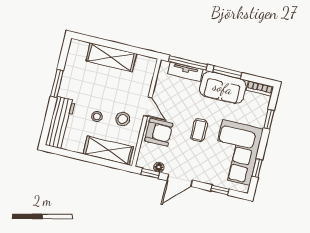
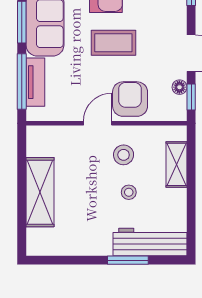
window: (57, 84) -> (128, 260), moved
coffee table: (199, 130) -> (113, 43), width x1.36, depth x1.30
shelving: (108, 150) -> (177, 164), width x0.67, depth x0.75

